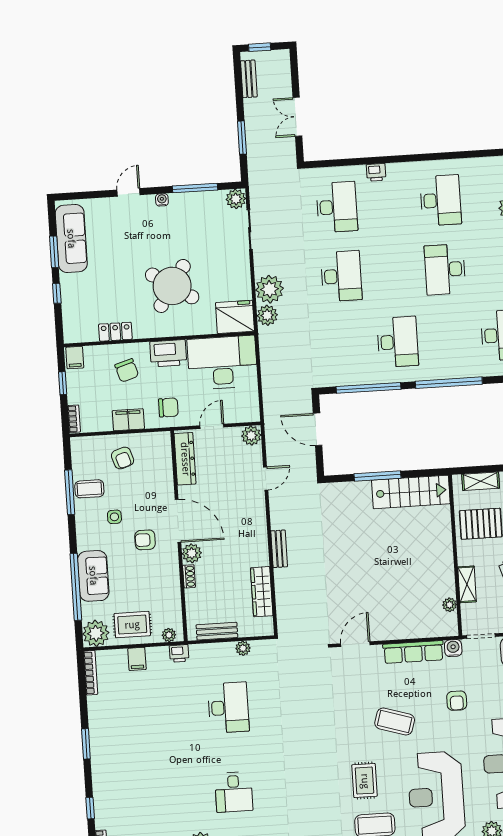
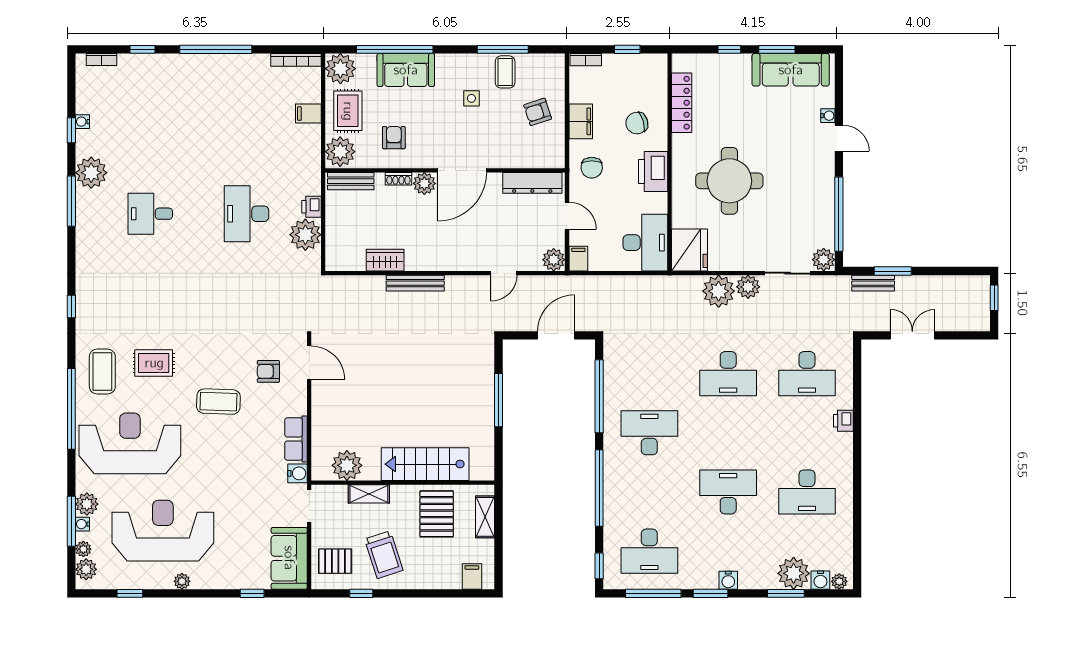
bench: (249, 79) -> (873, 283), moved
window: (195, 188) -> (839, 214), width x1.46
water cooler: (162, 200) -> (828, 116), moved
round table: (172, 286) -> (729, 181), turned -33
plant: (267, 315) -> (748, 287), moved
locker: (115, 332) -> (682, 103), width x1.53
desk: (398, 342) -> (649, 433), turned 180
filing cabinet: (75, 358) -> (578, 259), moved, turned 90
desk: (222, 363) -> (645, 243), width x0.73, depth x0.77
door: (266, 479) -> (504, 273), hinge flipped
stairs: (411, 492) -> (425, 464), moved, turned 90
armchair: (145, 540) -> (394, 138), moved
bench: (279, 549) -> (415, 283), width x1.36
wardrobe: (262, 592) -> (385, 260), width x0.67
plant: (450, 605) -> (347, 465), width x1.88, depth x1.88
bench: (217, 631) -> (351, 181), moved, turned 90
plant: (169, 635) -> (340, 152), width x1.87, depth x1.87
plant: (243, 648) -> (305, 235), width x1.88, depth x1.88
row of seats: (413, 652) -> (296, 439), width x0.68
printer: (179, 653) -> (312, 207), moved
armchair: (457, 701) -> (268, 371), moved
desk: (228, 708) -> (246, 214), turned 90
coffee table: (395, 721) -> (218, 402), turned 75
window: (86, 744) -> (216, 49), width x2.11

